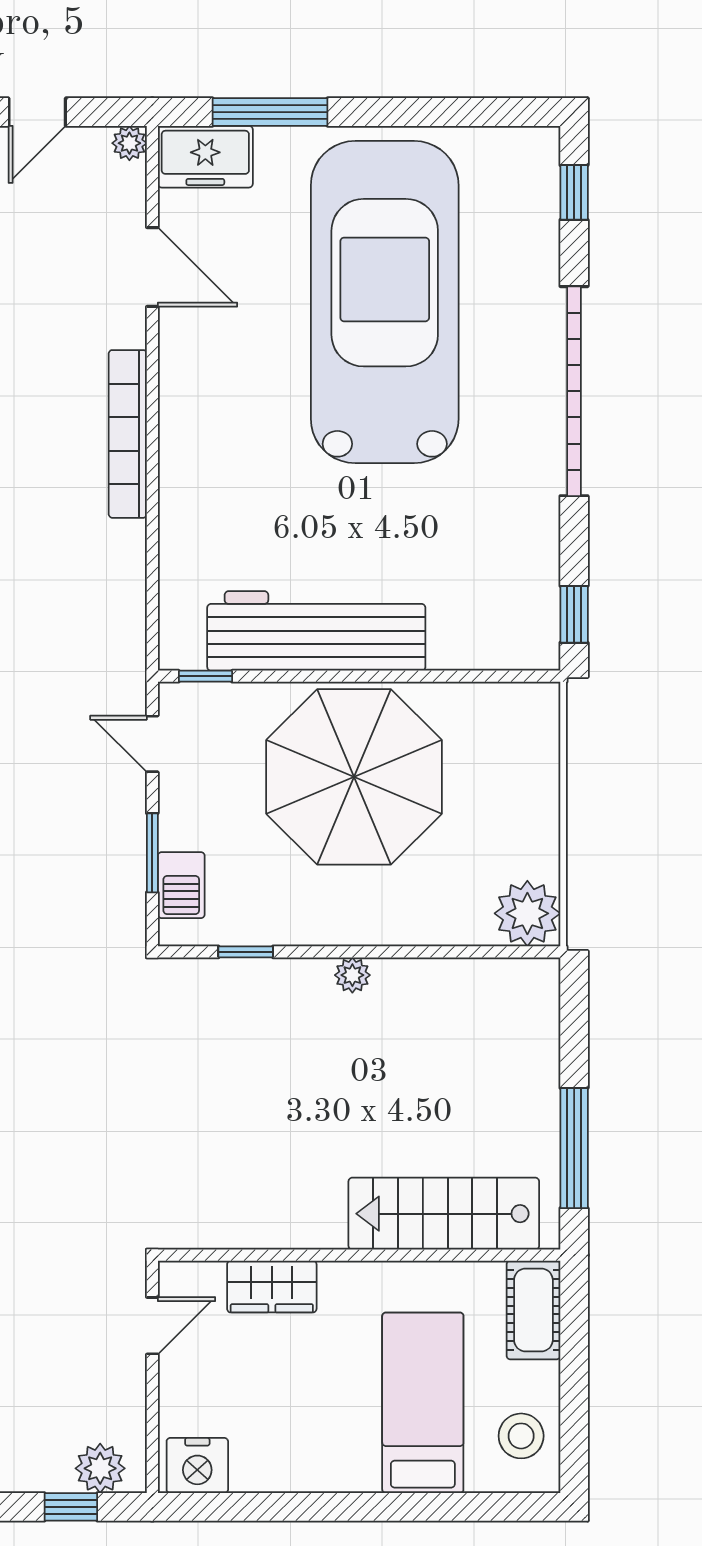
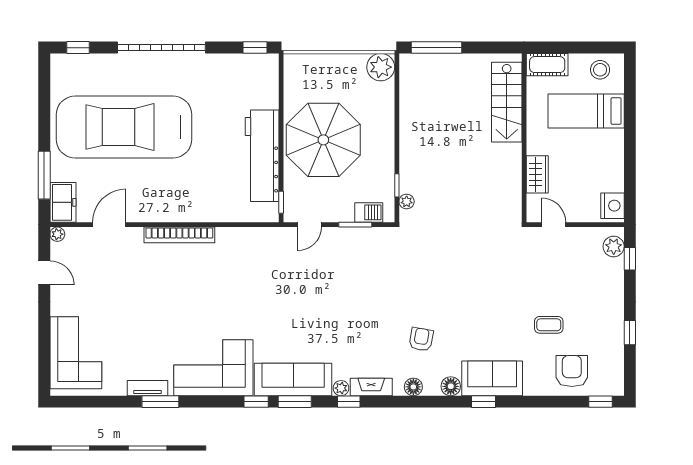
plant: (352, 975) -> (407, 201), moved
window: (574, 1148) -> (437, 48), moved

